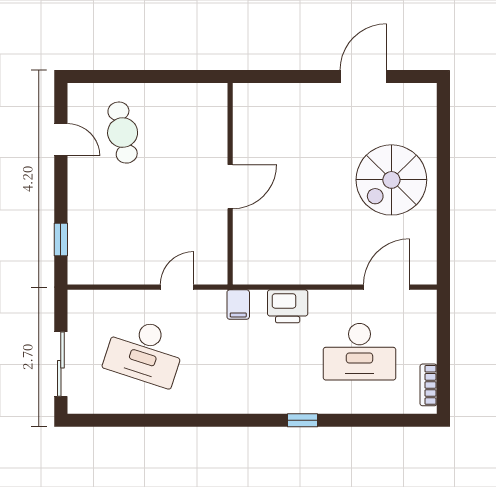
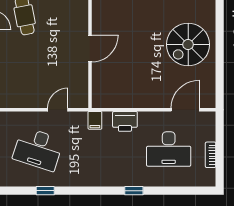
bookcase: (428, 385) -> (211, 155), moved
window: (157, 420) -> (45, 191), added

